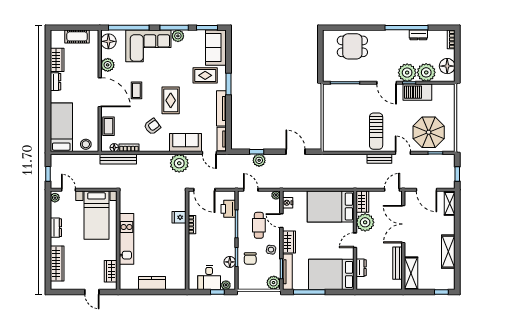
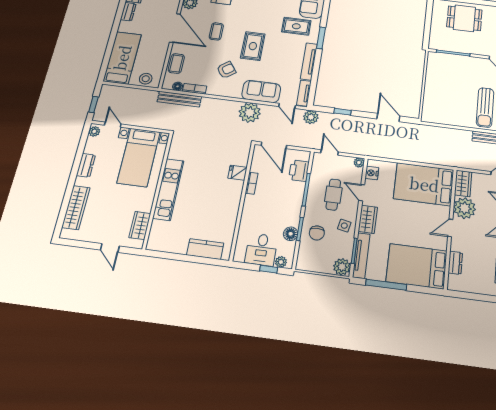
plant: (259, 160) -> (311, 117), moved
kitchen counter: (152, 283) -> (205, 249), moved

